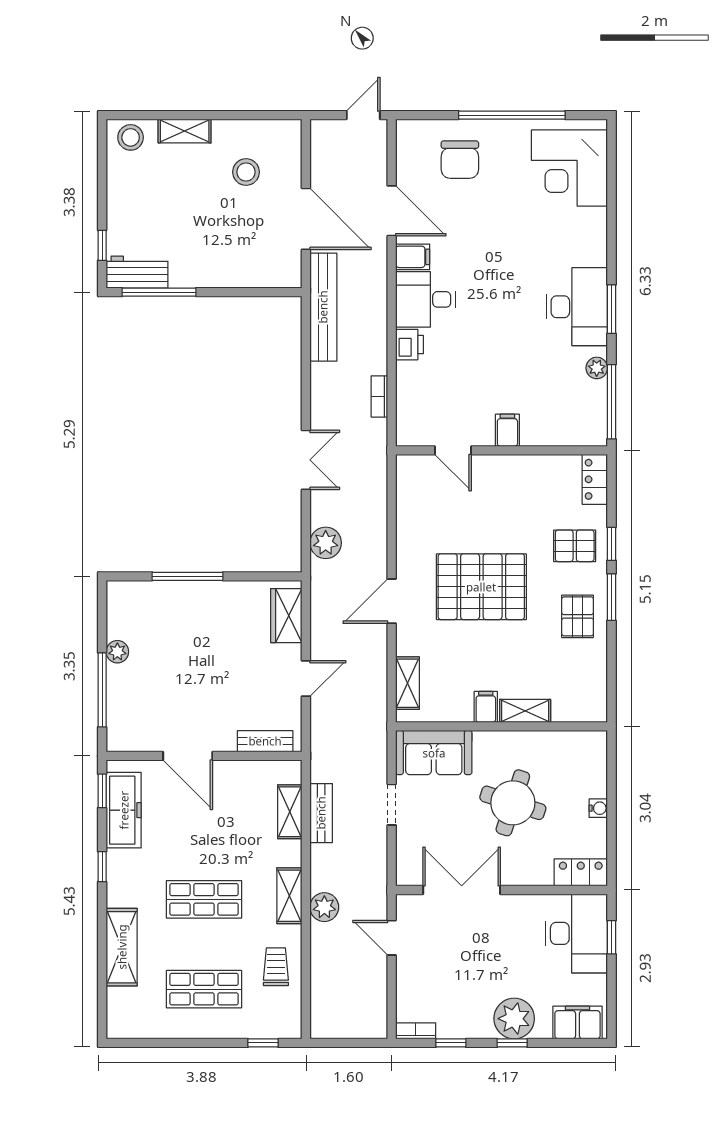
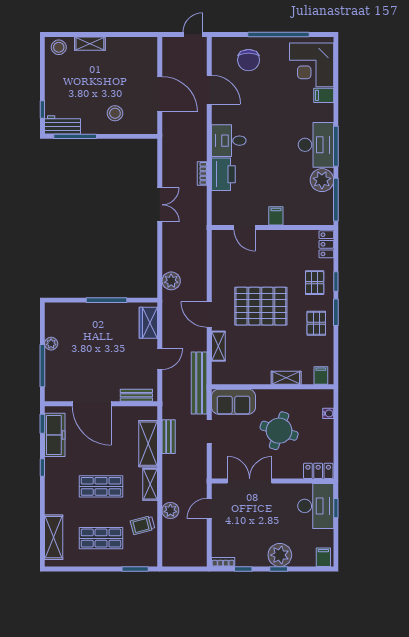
stool: (246, 172) -> (115, 113), moved
filing cabinet: (413, 257) -> (324, 95), moved, turned 180
bench: (323, 307) -> (199, 383), moved
window: (612, 309) -> (336, 146), width x1.44
printer: (410, 345) -> (223, 174), width x1.87, depth x1.48
plant: (597, 368) -> (322, 180), width x1.88, depth x1.88
bookcase: (379, 396) -> (202, 173), moved
double door: (306, 460) -> (160, 205), moved
pallet: (575, 546) -> (315, 283), turned 90
window: (187, 576) -> (106, 300), moved
door: (392, 601) -> (209, 314), hinge flipped
shelving: (407, 683) -> (218, 346), moved
filing cabinet: (486, 707) -> (321, 375), moved
door: (188, 756) -> (92, 404), width x1.36
water cooler: (598, 808) -> (328, 413), moved
shelving: (290, 812) -> (148, 444), width x1.50, depth x1.33
plant: (324, 907) -> (170, 510), moved
door: (392, 938) -> (209, 508), hinge flipped
shelving: (122, 947) -> (54, 537), moved
trolley: (276, 967) -> (143, 525), turned -105
filing cabinet: (577, 1022) -> (323, 557), width x0.50
window: (263, 1043) -> (135, 569), width x1.50

